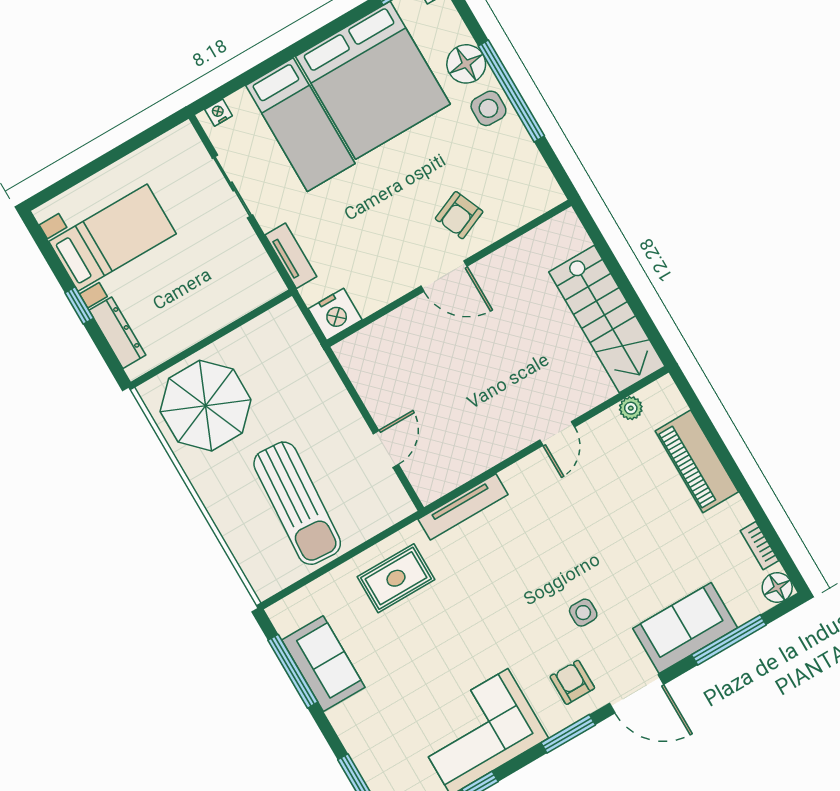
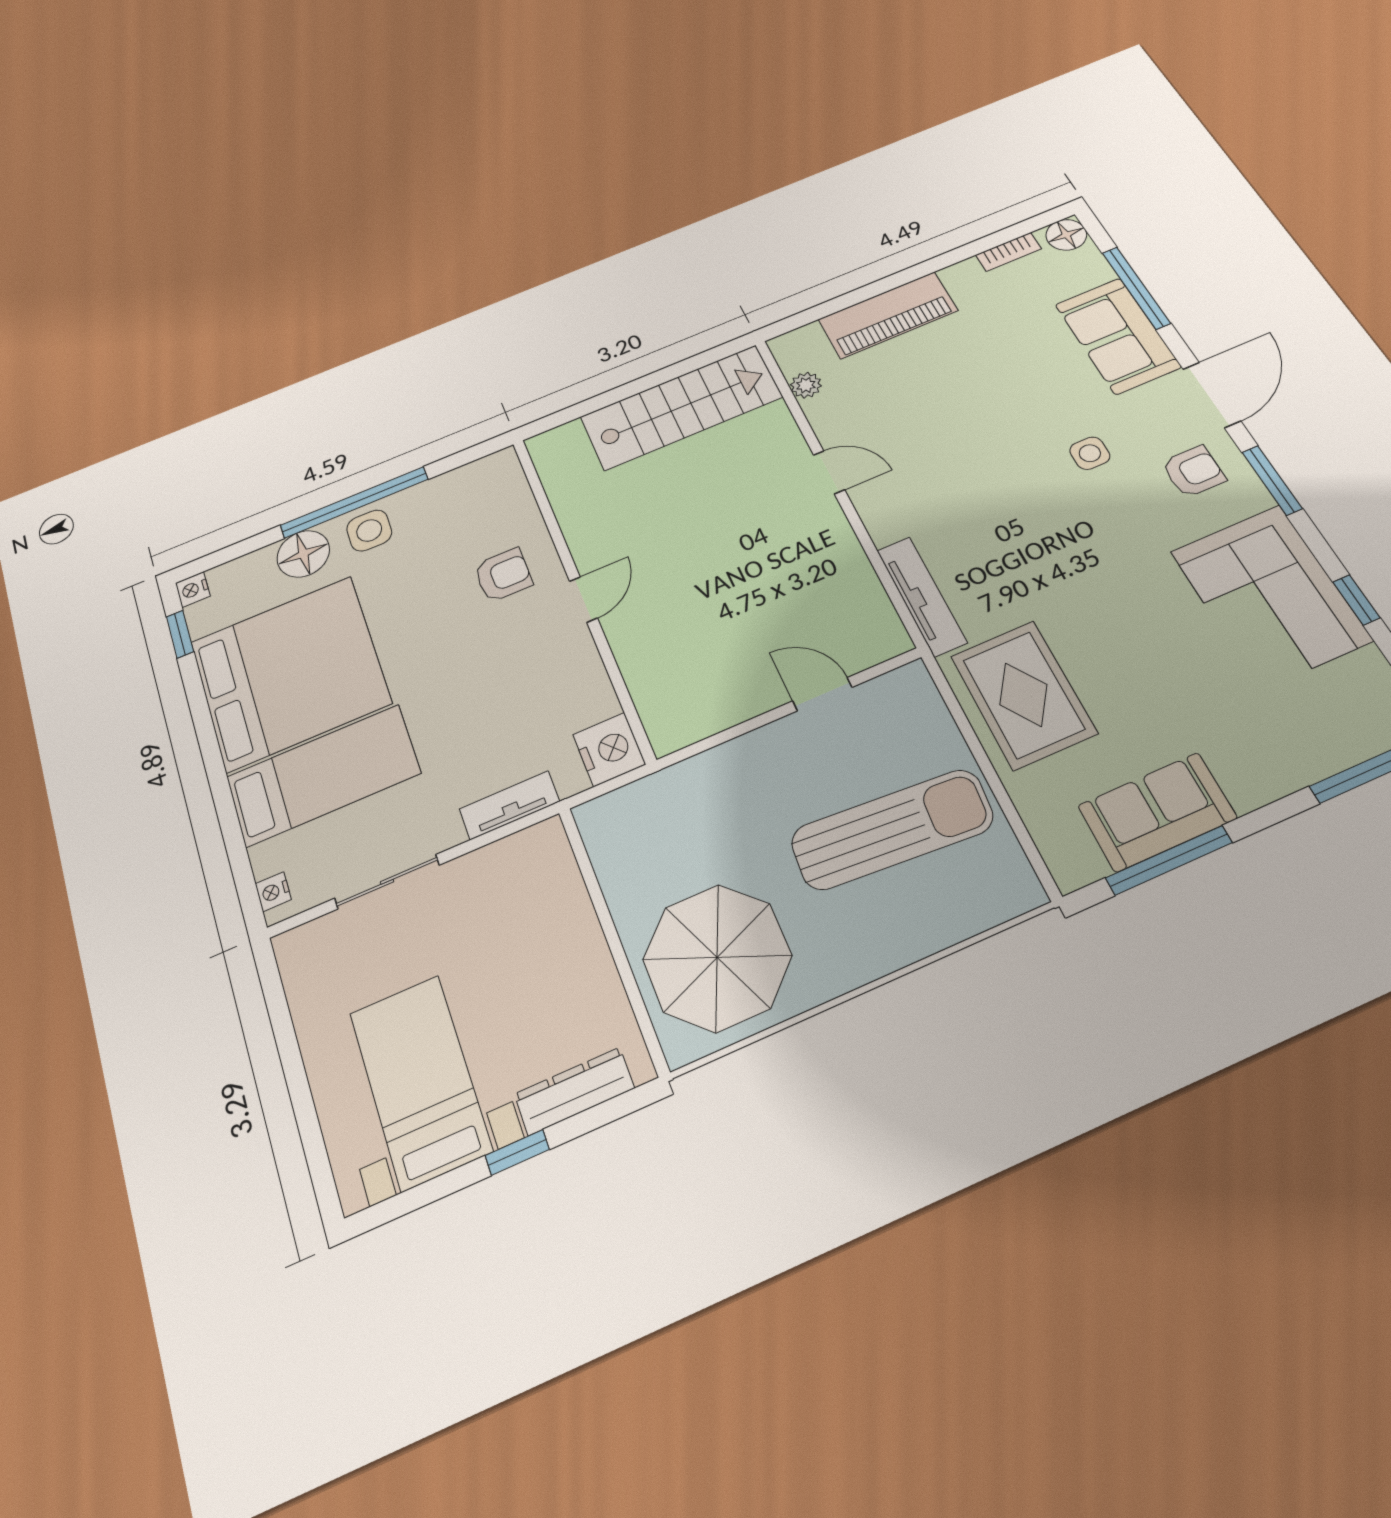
armchair: (459, 215) -> (503, 575), turned -67
door: (444, 276) -> (583, 600), width x0.73
rug: (396, 578) -> (1023, 695), width x1.36, depth x1.43
armchair: (572, 682) -> (1193, 471), turned 180

